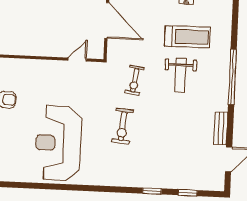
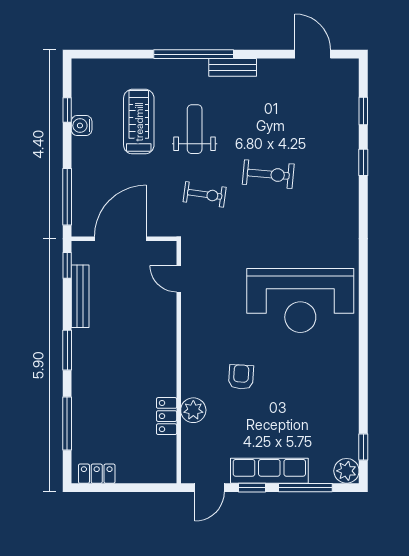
weight bench: (180, 75) -> (195, 129), turned -90
exercise bike: (123, 126) -> (268, 174), moved
bench: (221, 128) -> (233, 67), moved

